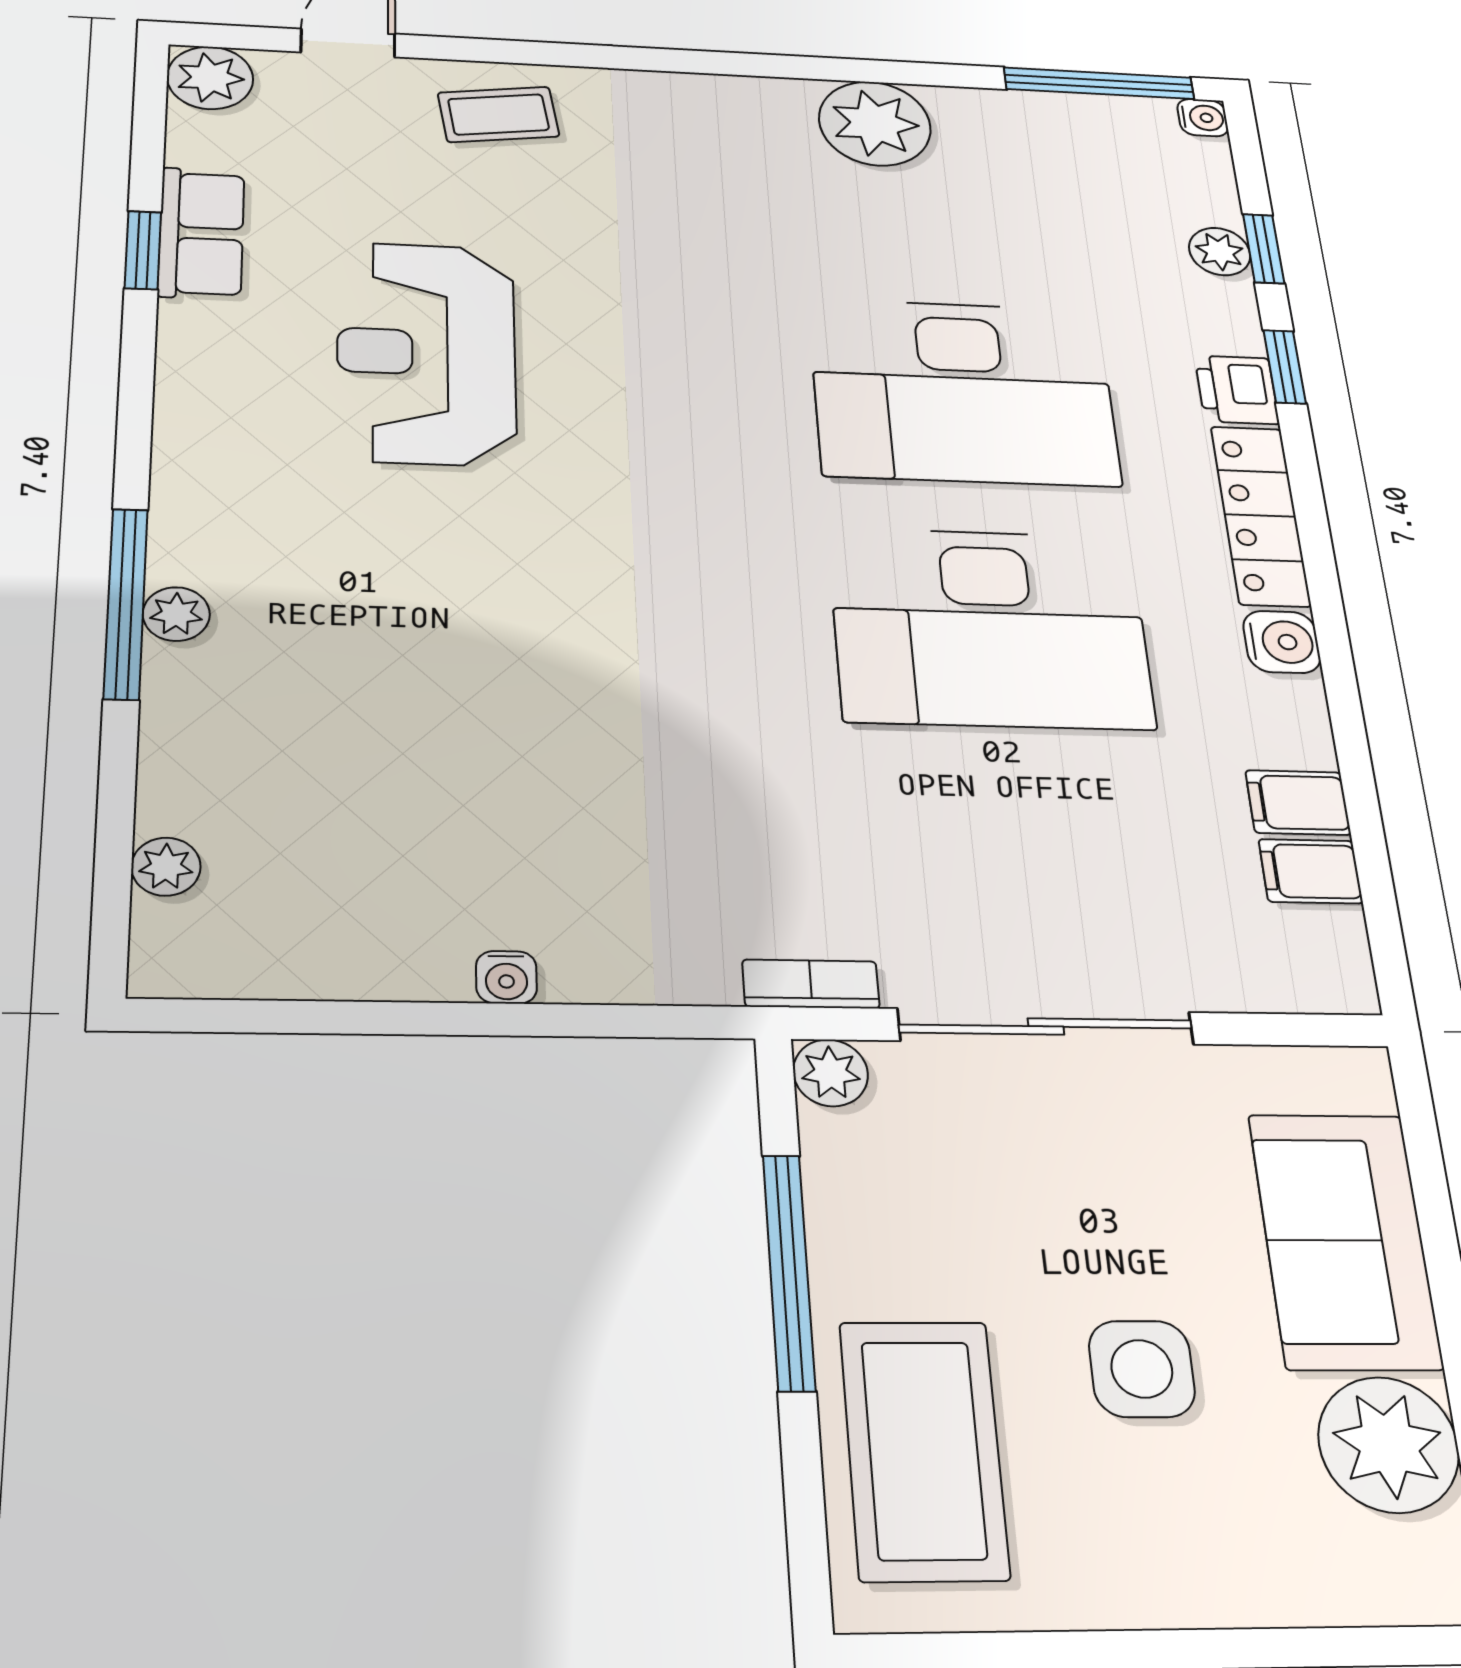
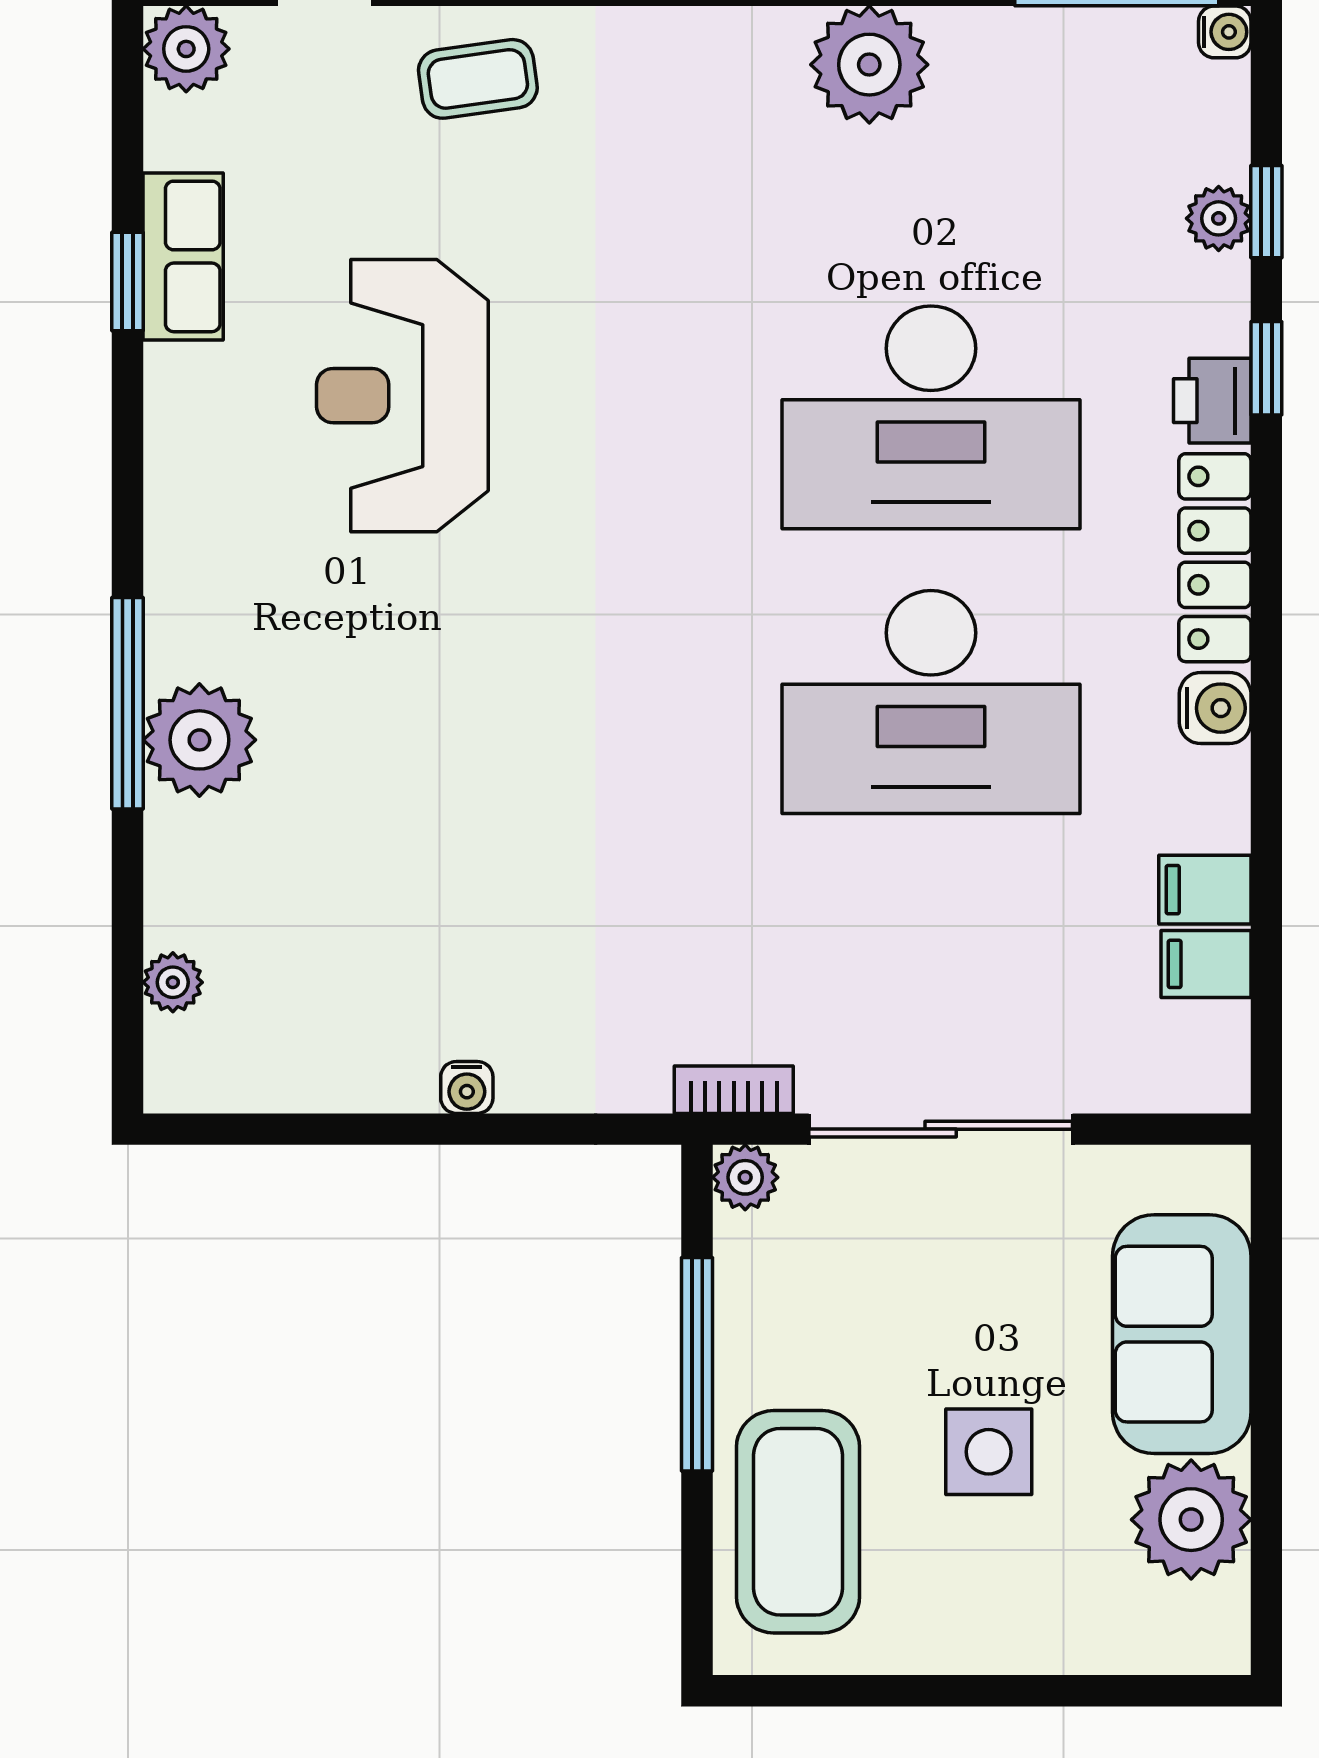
plant: (176, 614) -> (199, 740), width x1.88, depth x1.88

